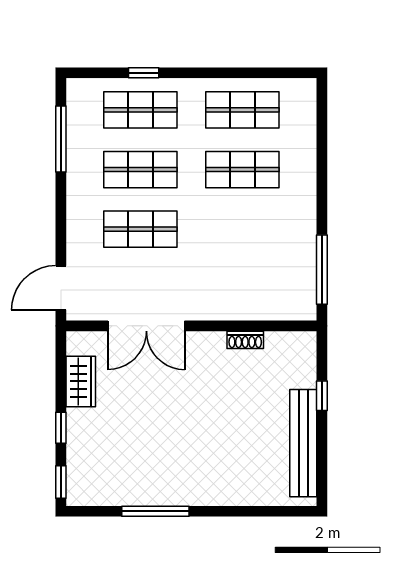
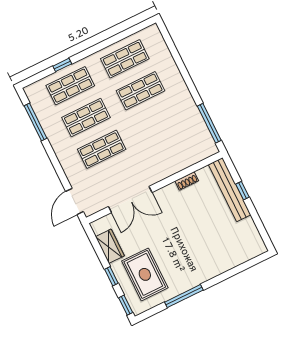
bench: (303, 443) -> (230, 190), moved
rug: (113, 450) -> (145, 274), added

